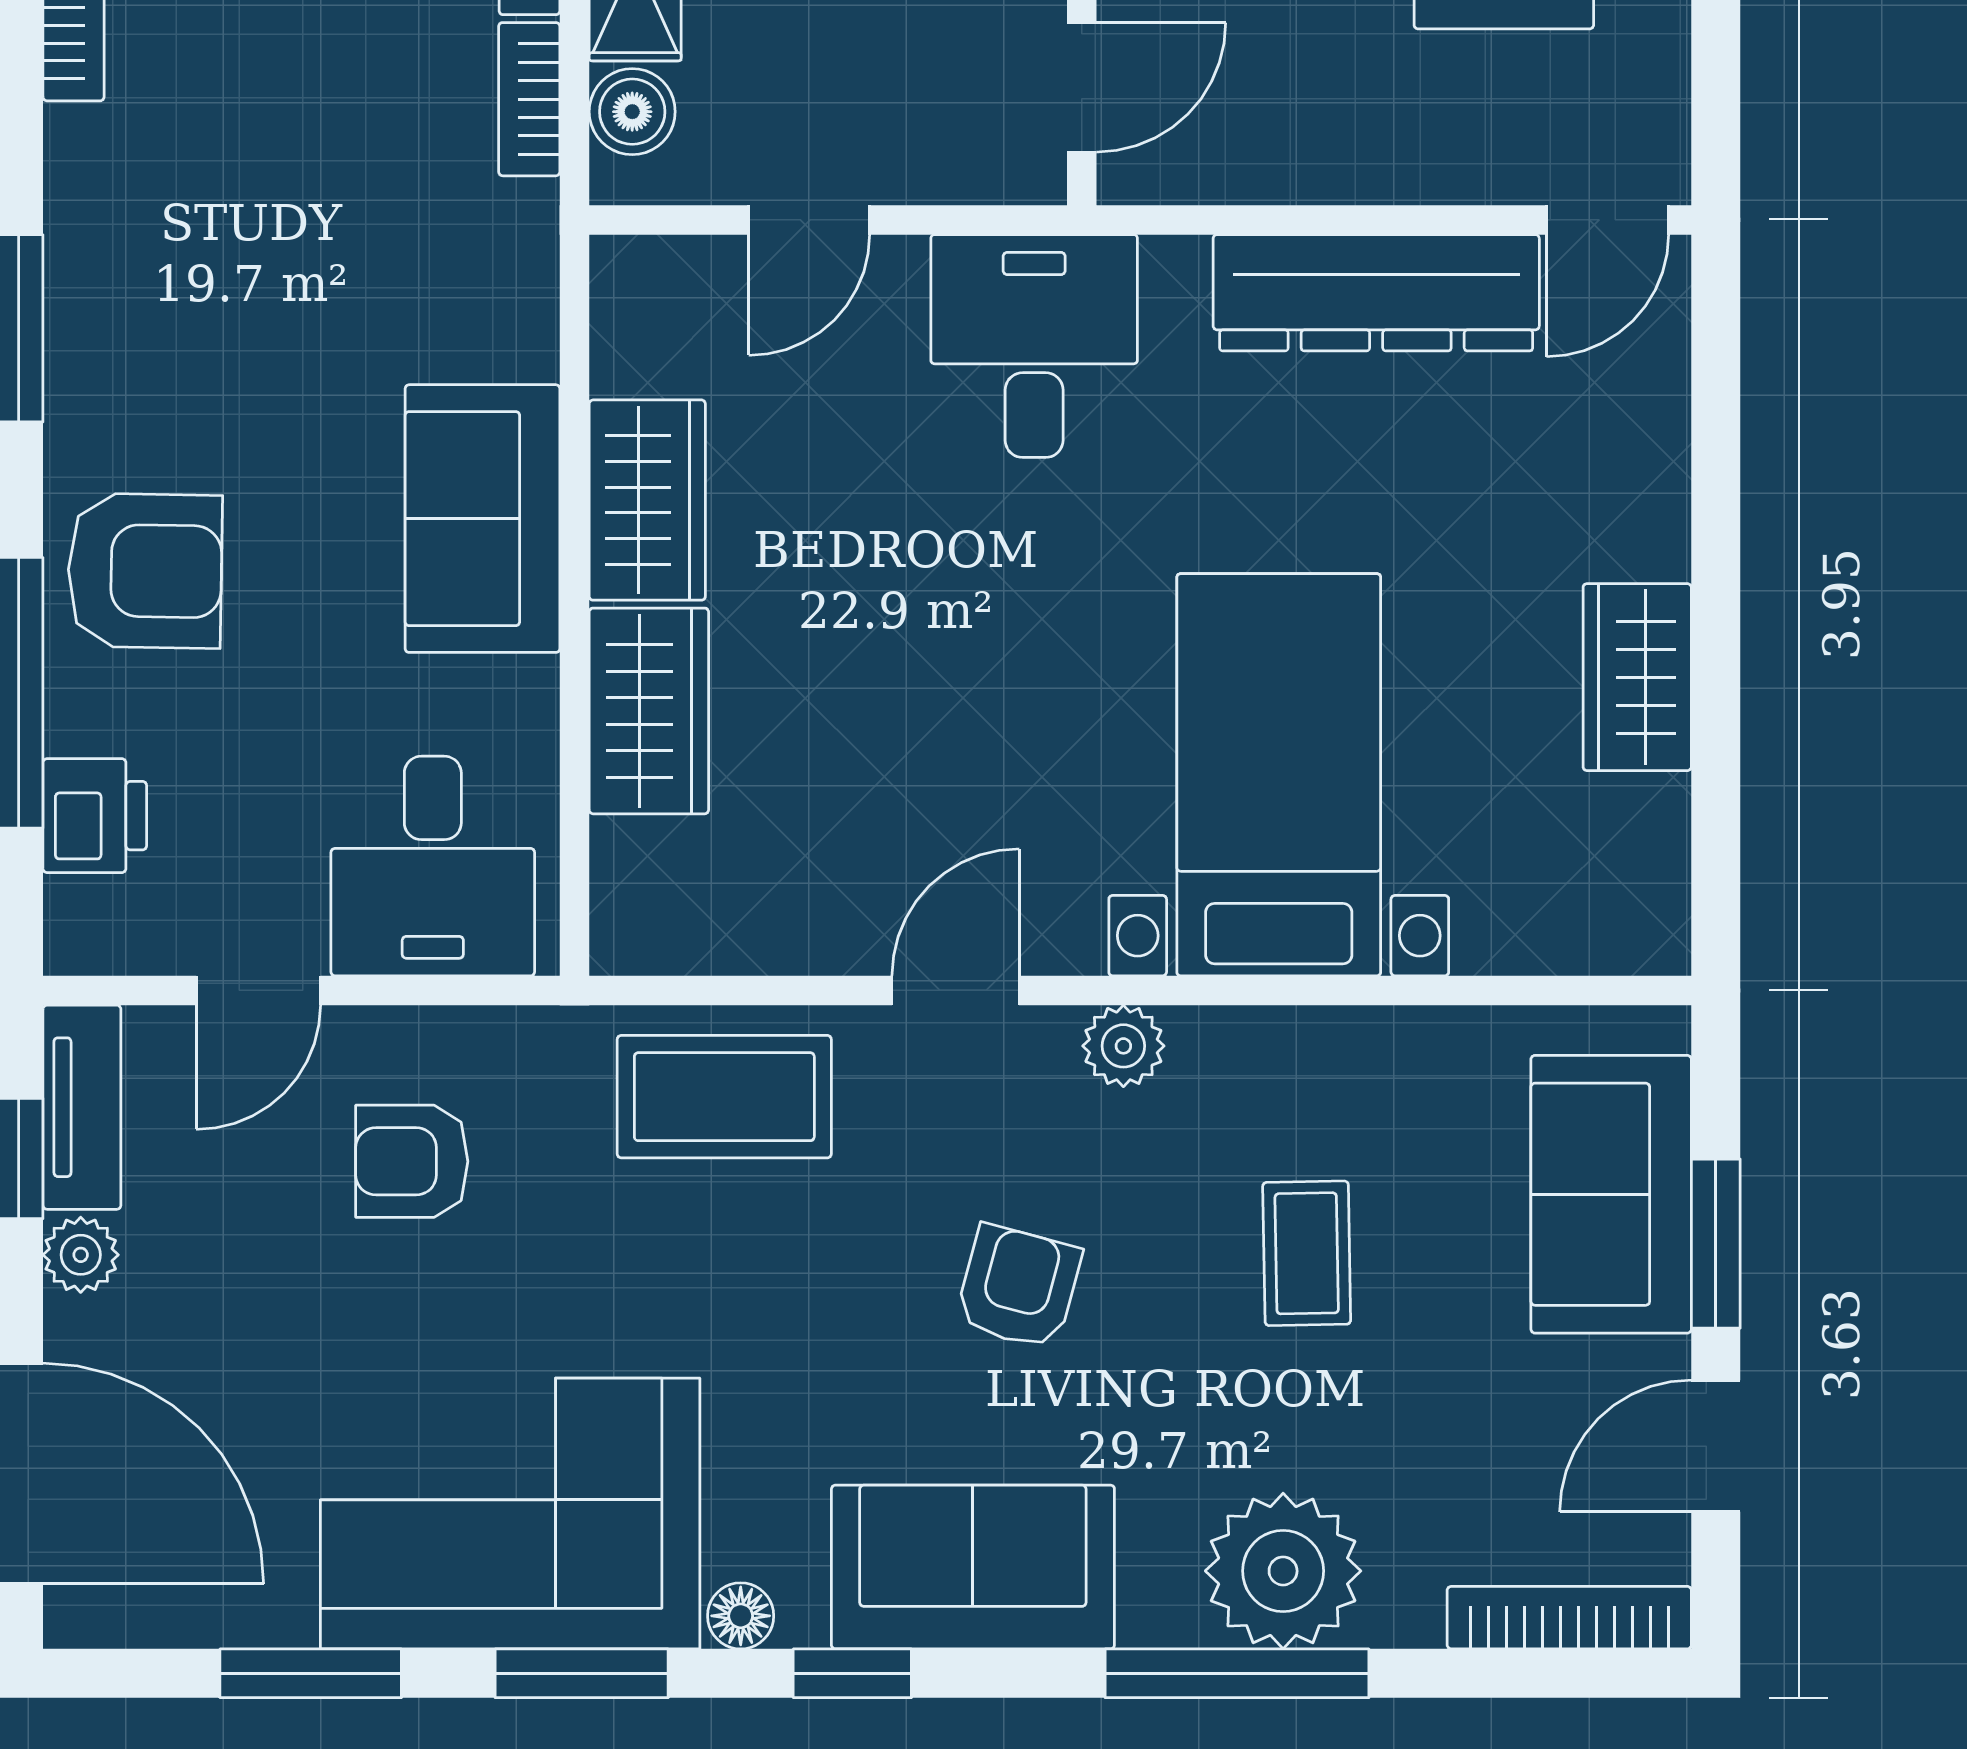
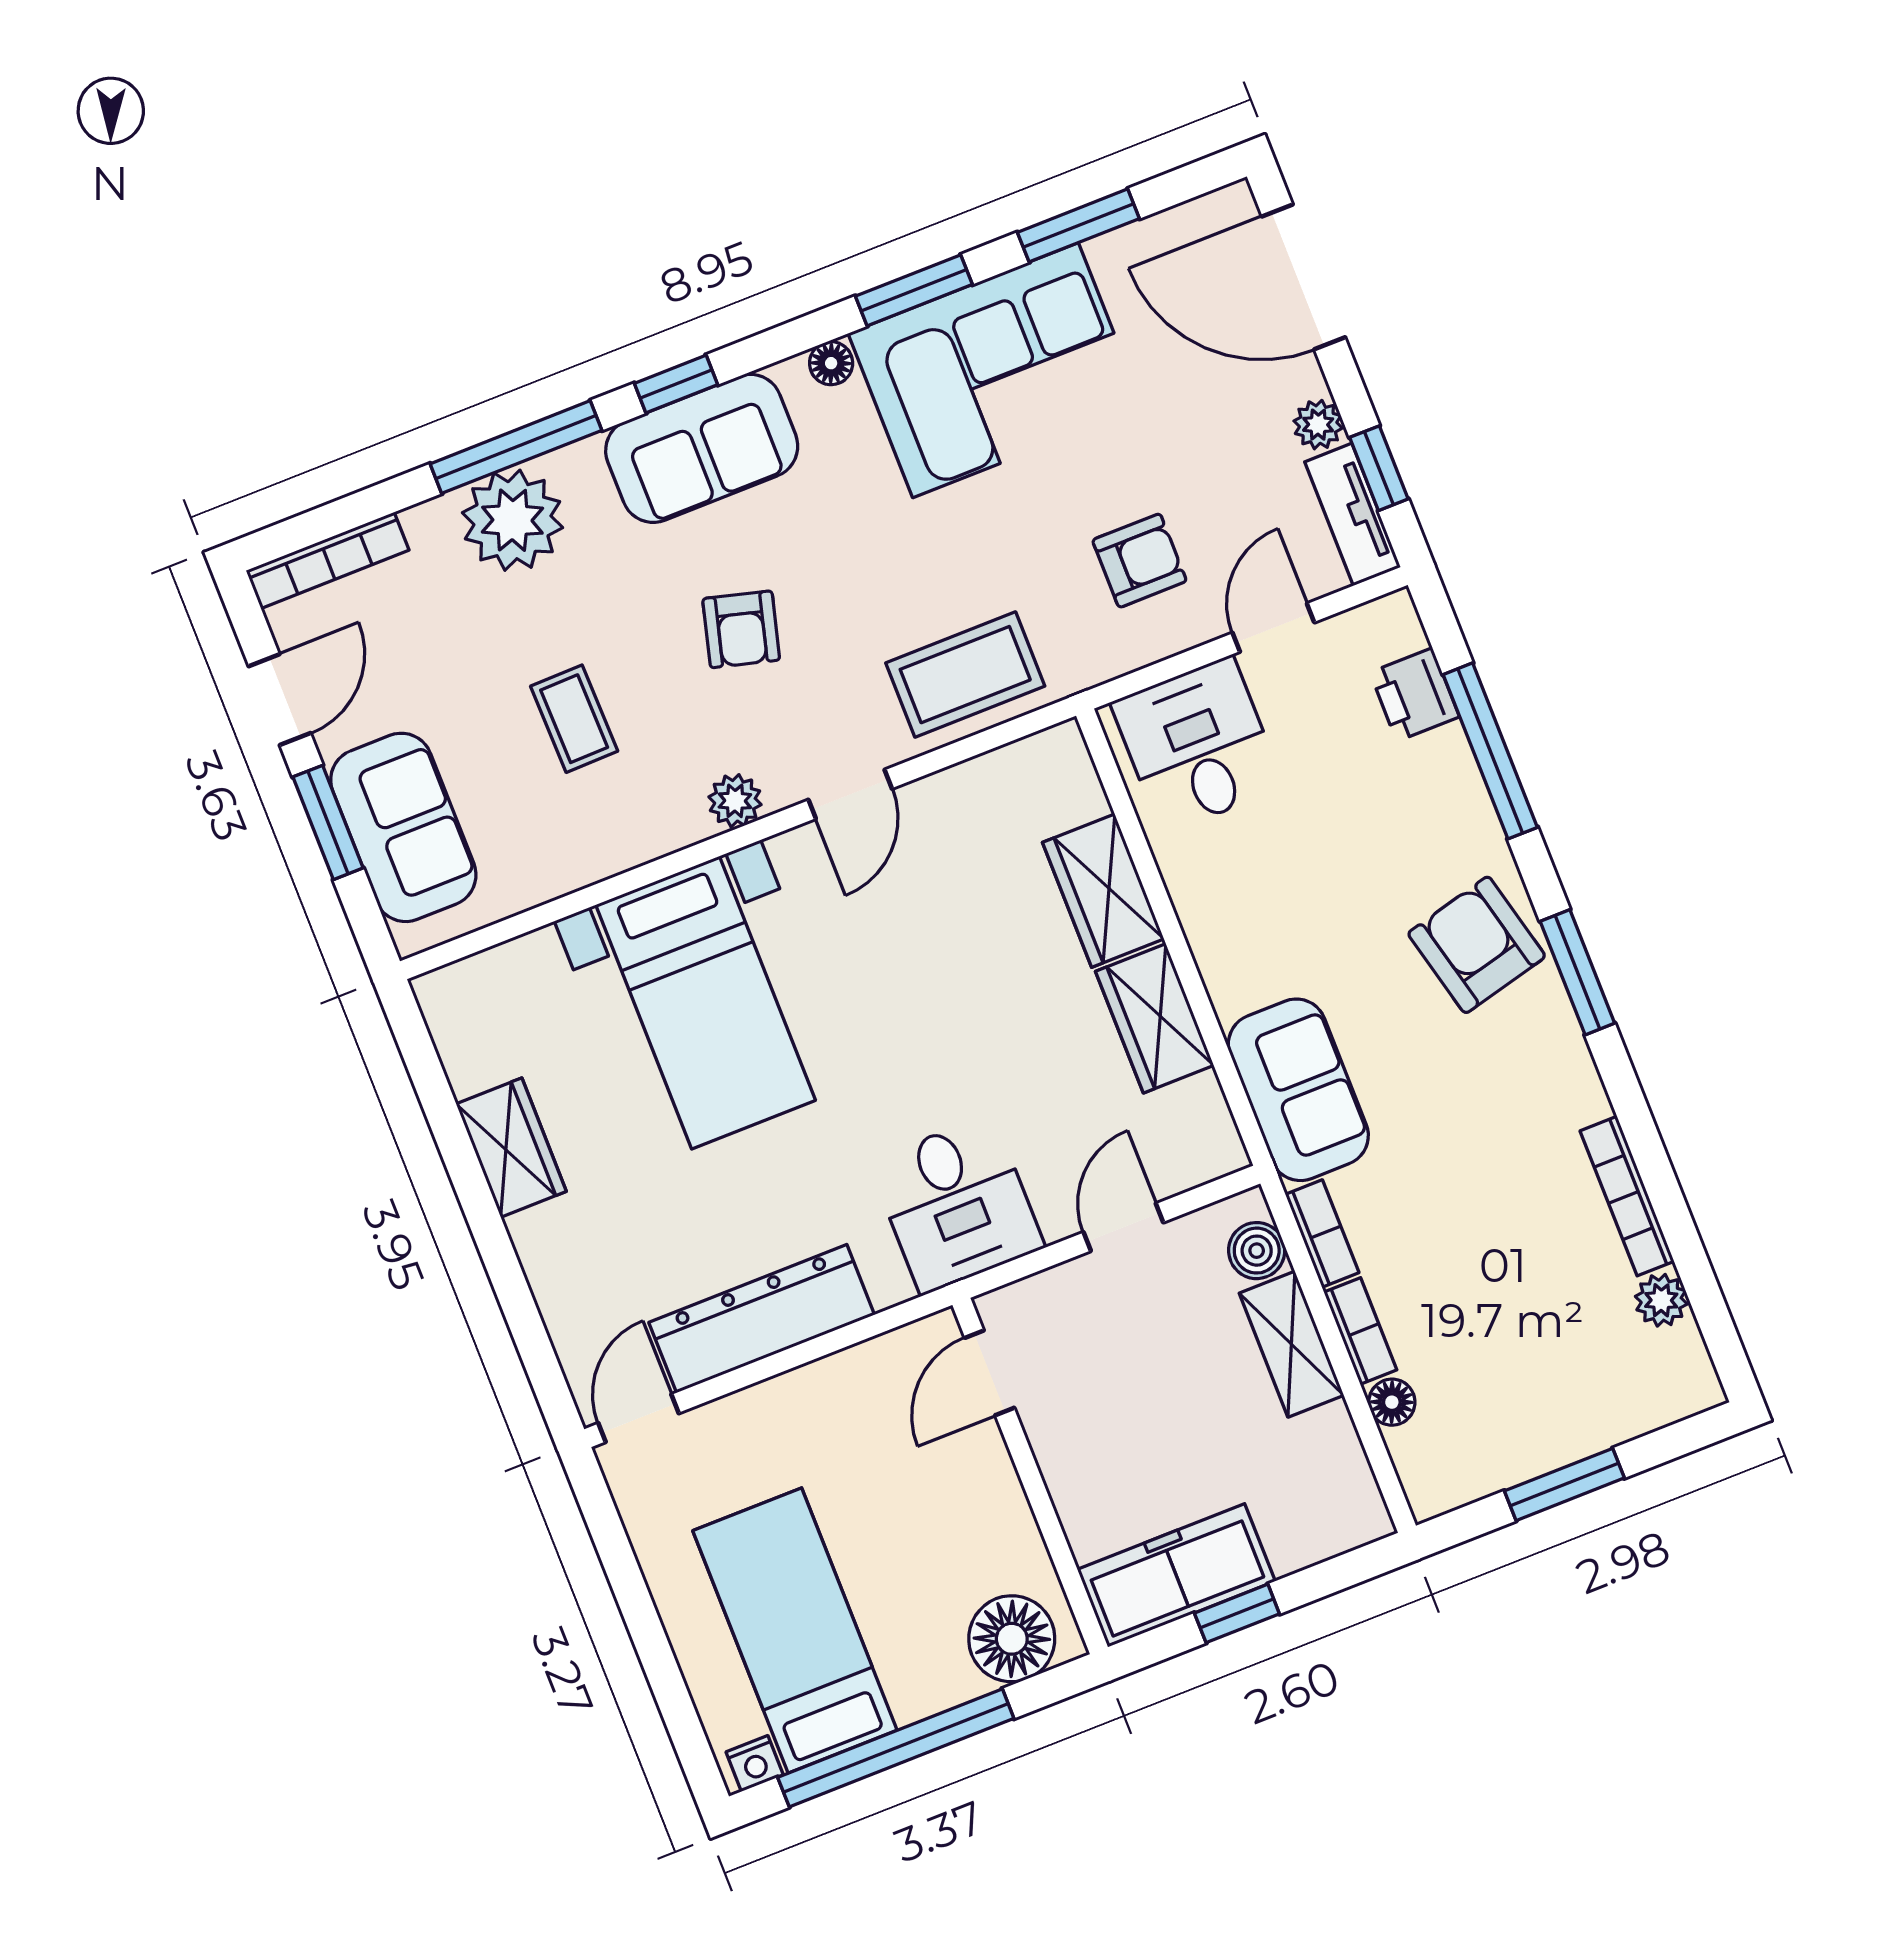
sofa: (483, 519) -> (1298, 1090), moved
armchair: (145, 571) -> (1477, 945), moved, turned 75
window: (852, 1673) -> (676, 384), moved

